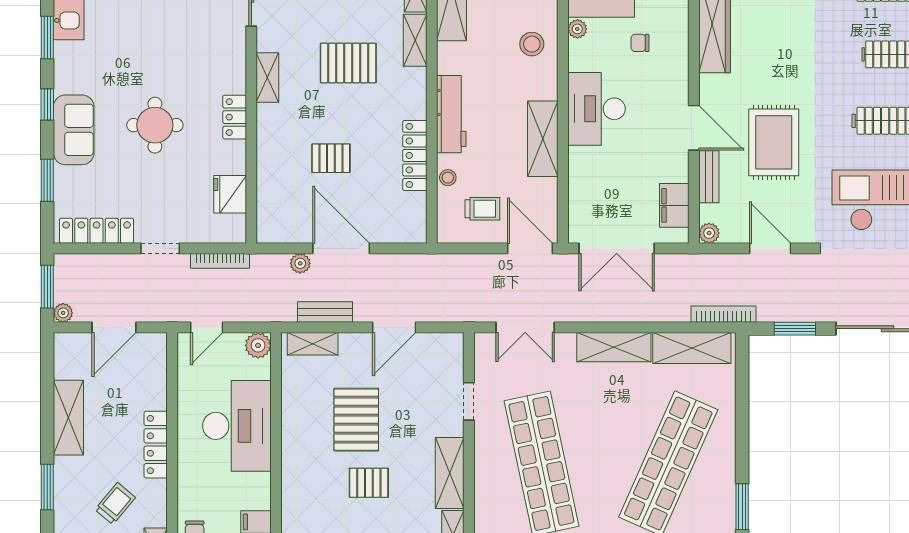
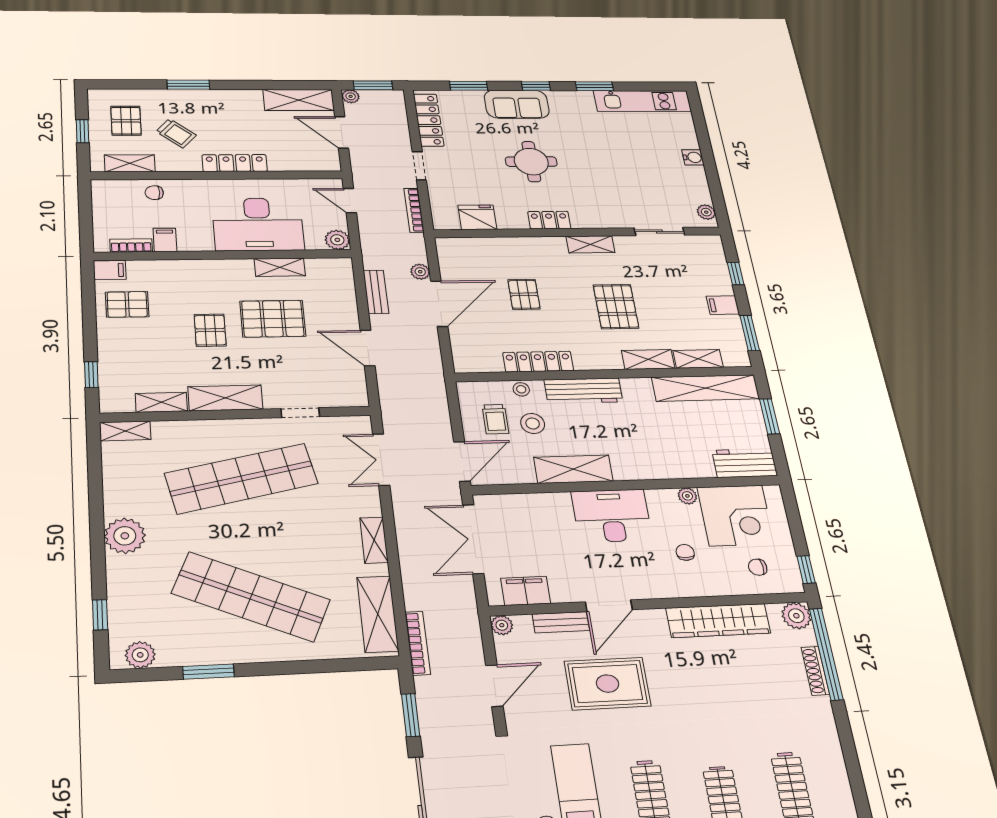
stool: (532, 44) -> (533, 423), moved
shelving: (313, 344) -> (280, 267), moved, turned 90
shelving: (614, 347) -> (374, 540), width x0.67, depth x0.75
shelving: (68, 418) -> (299, 100), moved

